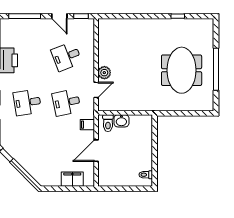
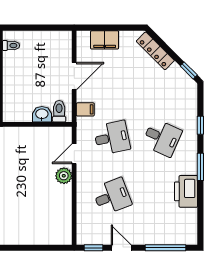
desk: (27, 102) -> (162, 138), turned 33
locker: (33, 171) -> (155, 51), added

